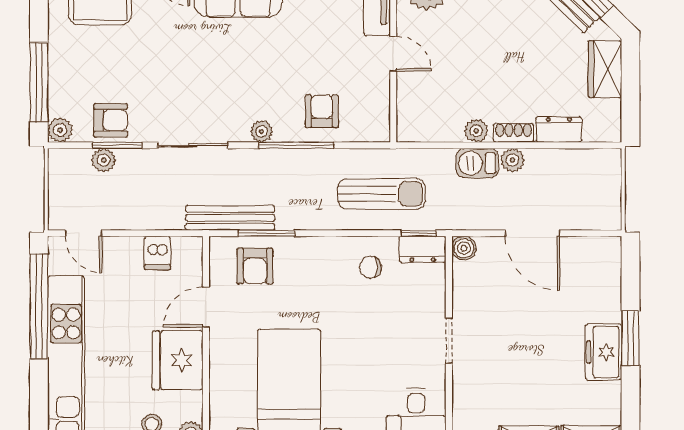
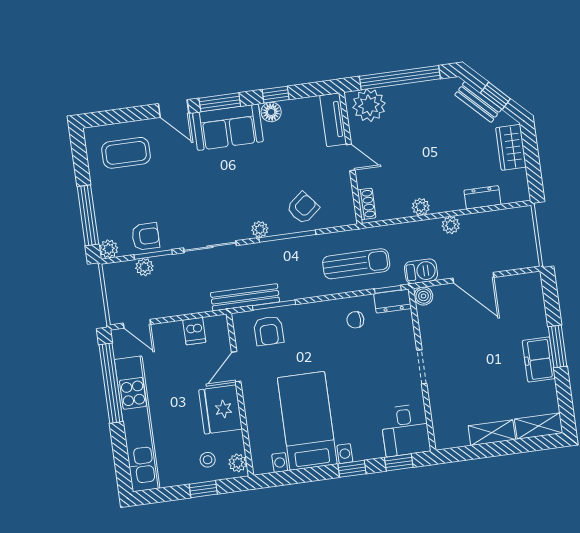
armchair: (322, 111) -> (303, 208), turned 51
shoe rack: (514, 133) -> (367, 204), moved, turned 90
barbecue: (477, 163) -> (421, 271), moved, turned 180

